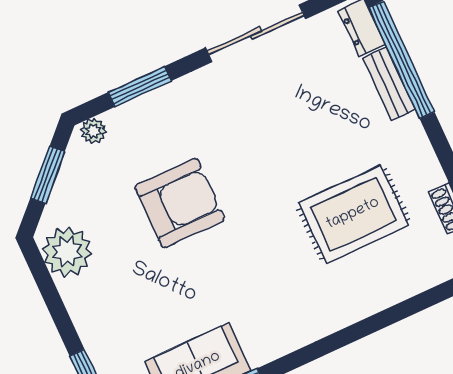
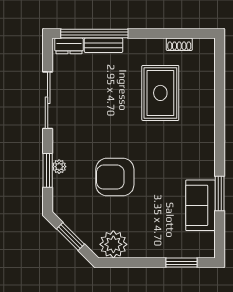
plant: (93, 131) -> (59, 167), moved
armchair: (180, 203) -> (115, 177), turned -90

